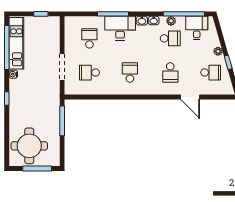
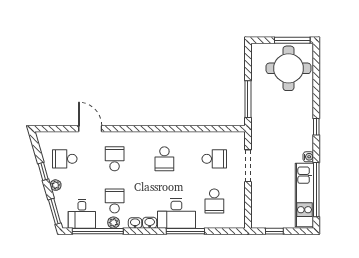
window: (219, 30) -> (55, 211), added
school desk: (170, 38) -> (115, 201), turned 90
window: (37, 169) -> (292, 40), moved

